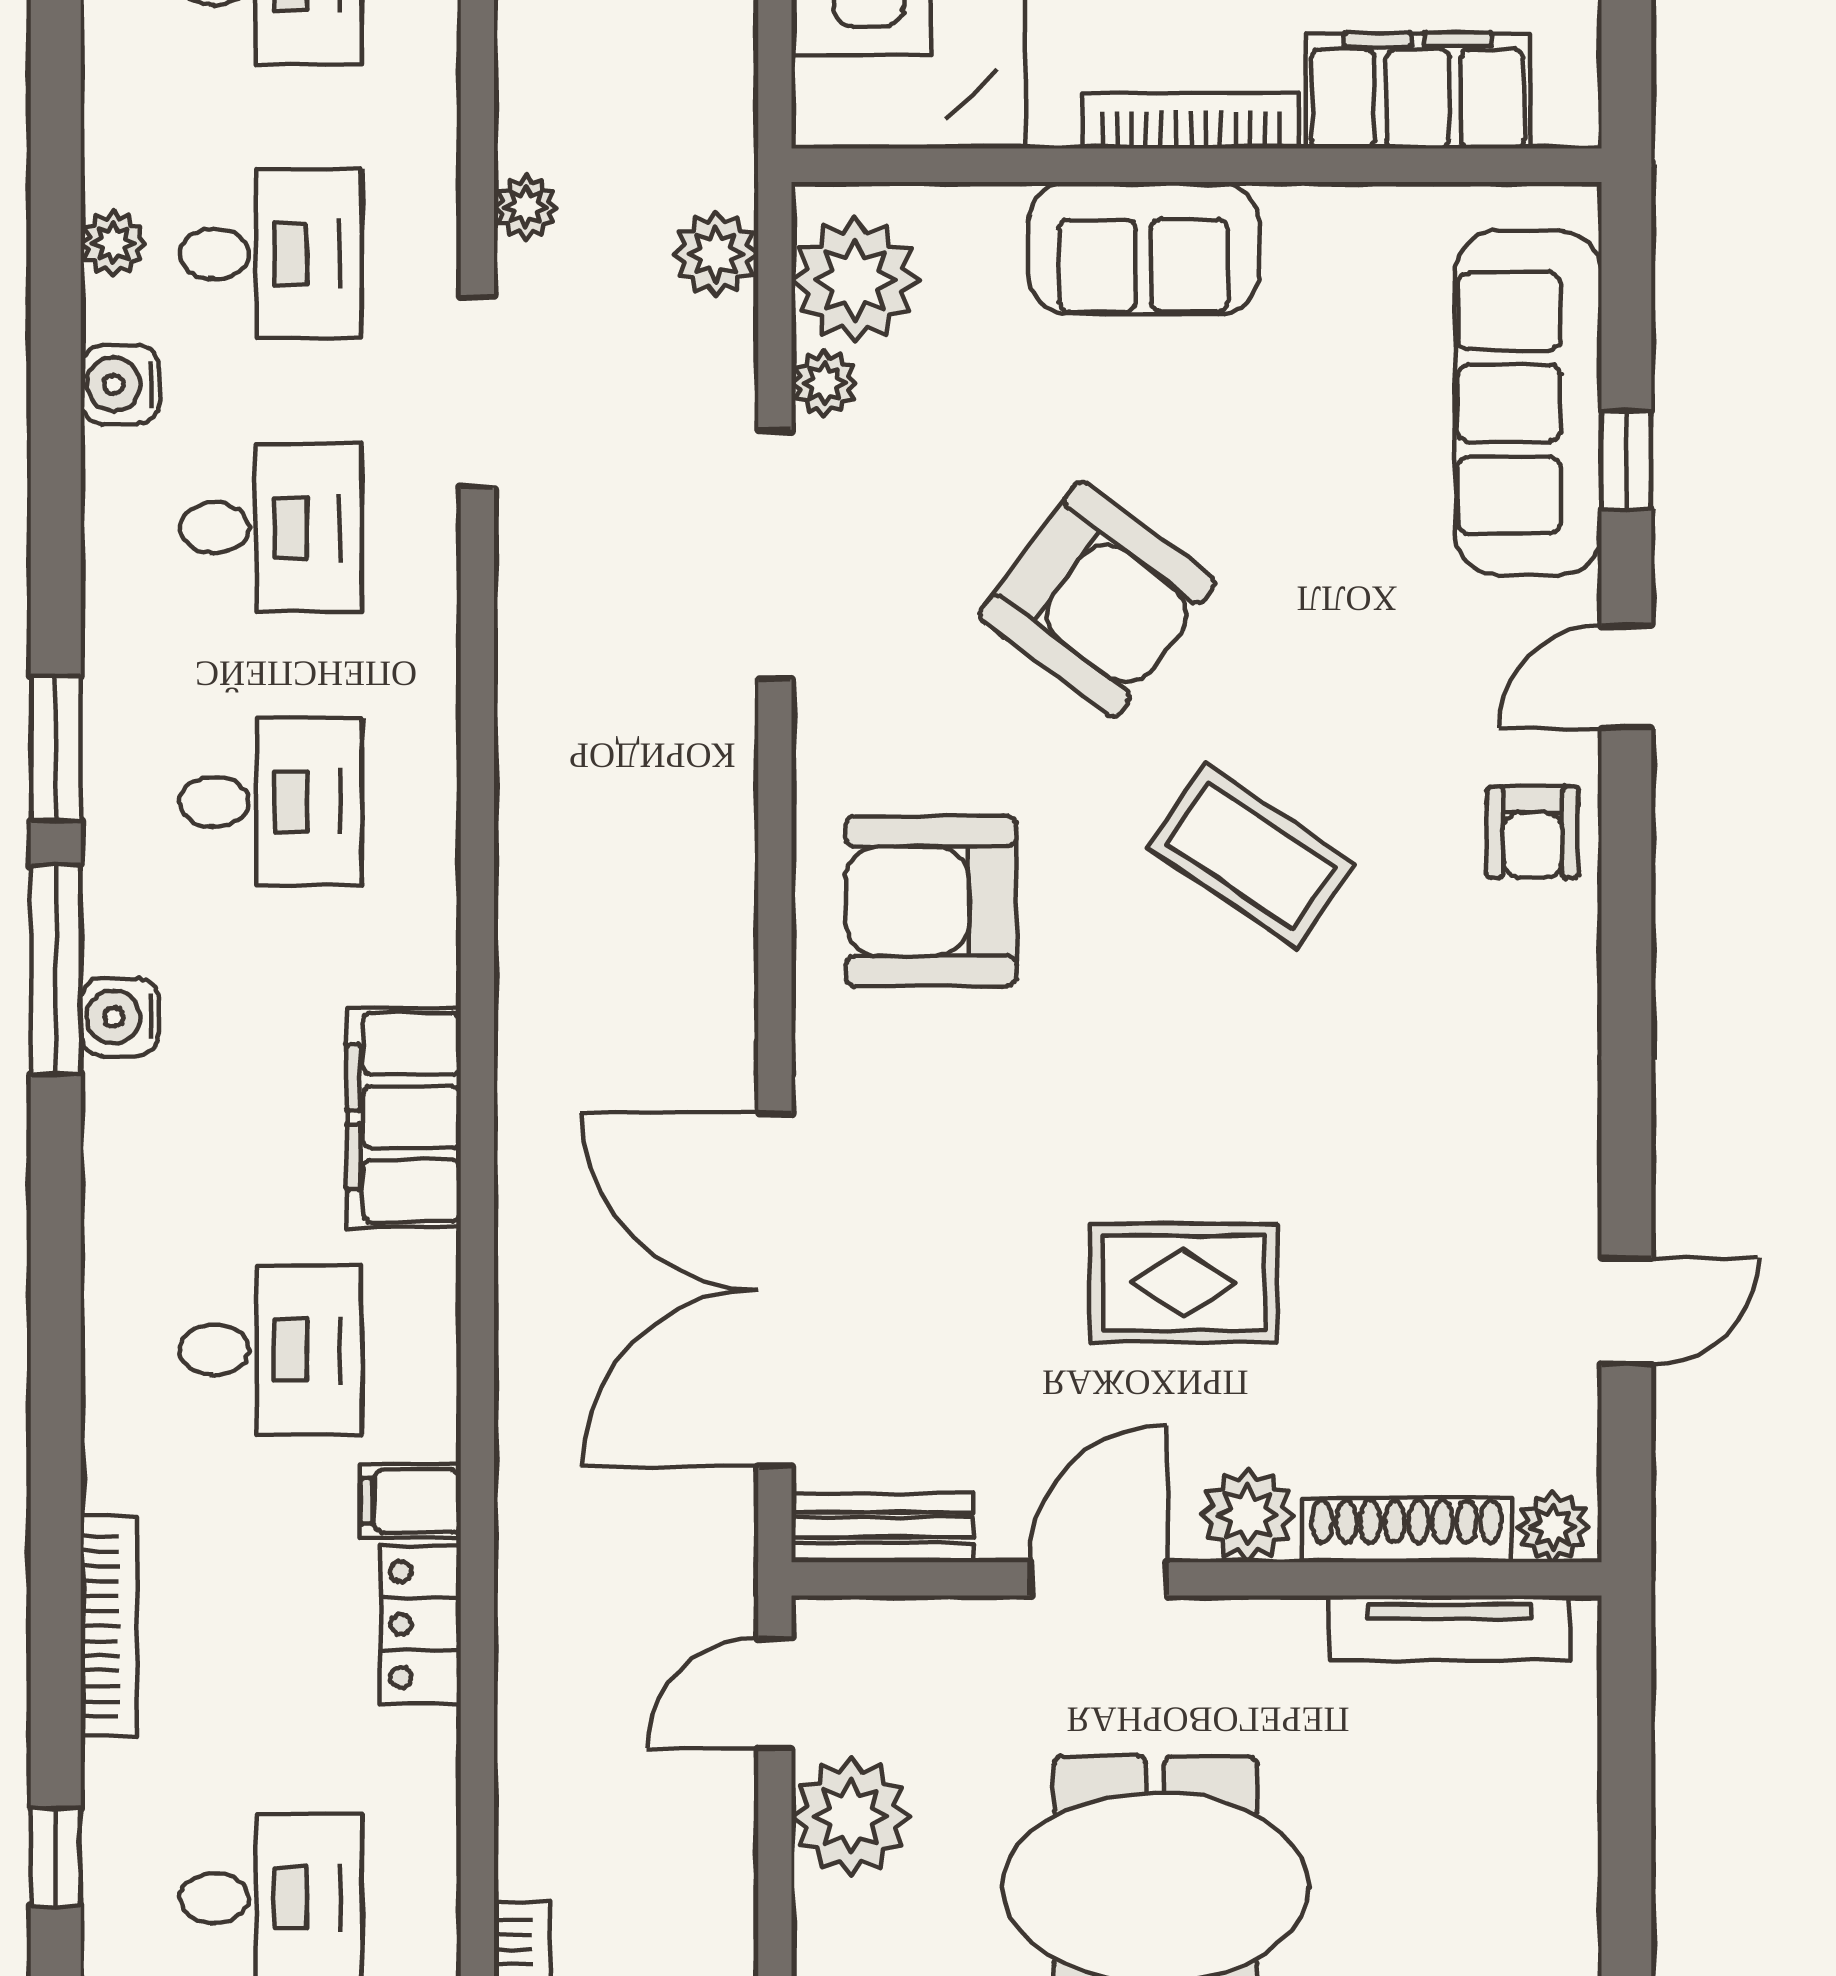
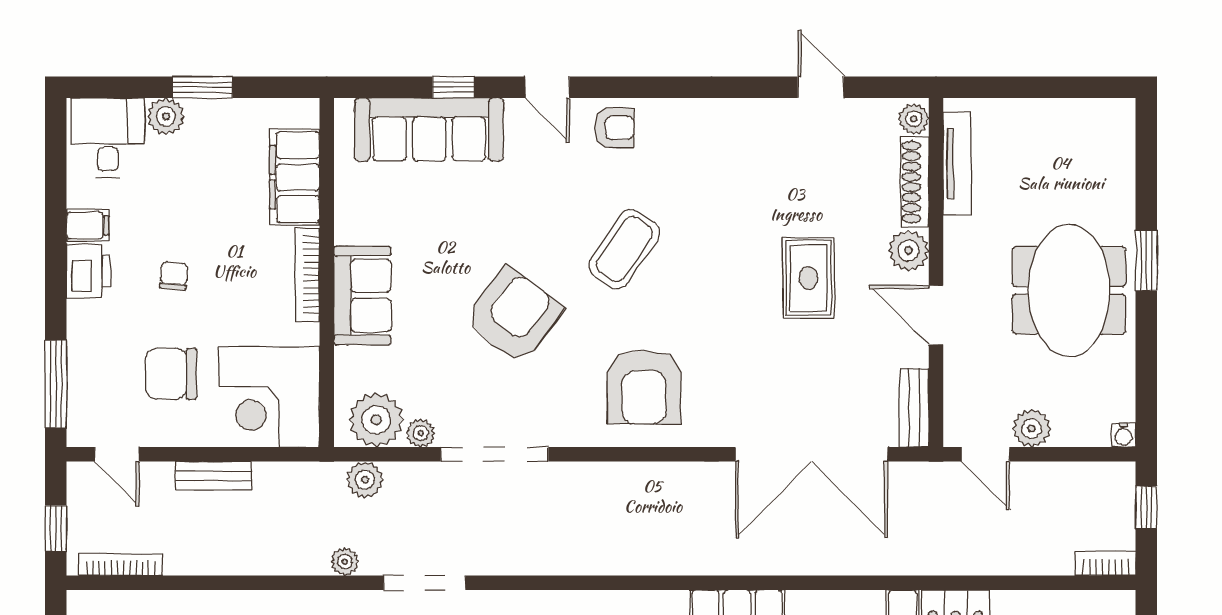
plant: (851, 1816) -> (1032, 428), width x0.73, depth x0.73

